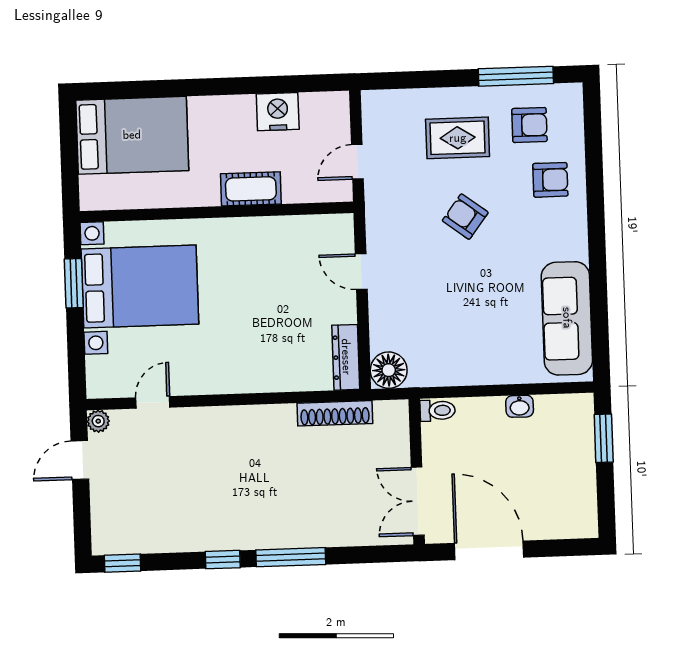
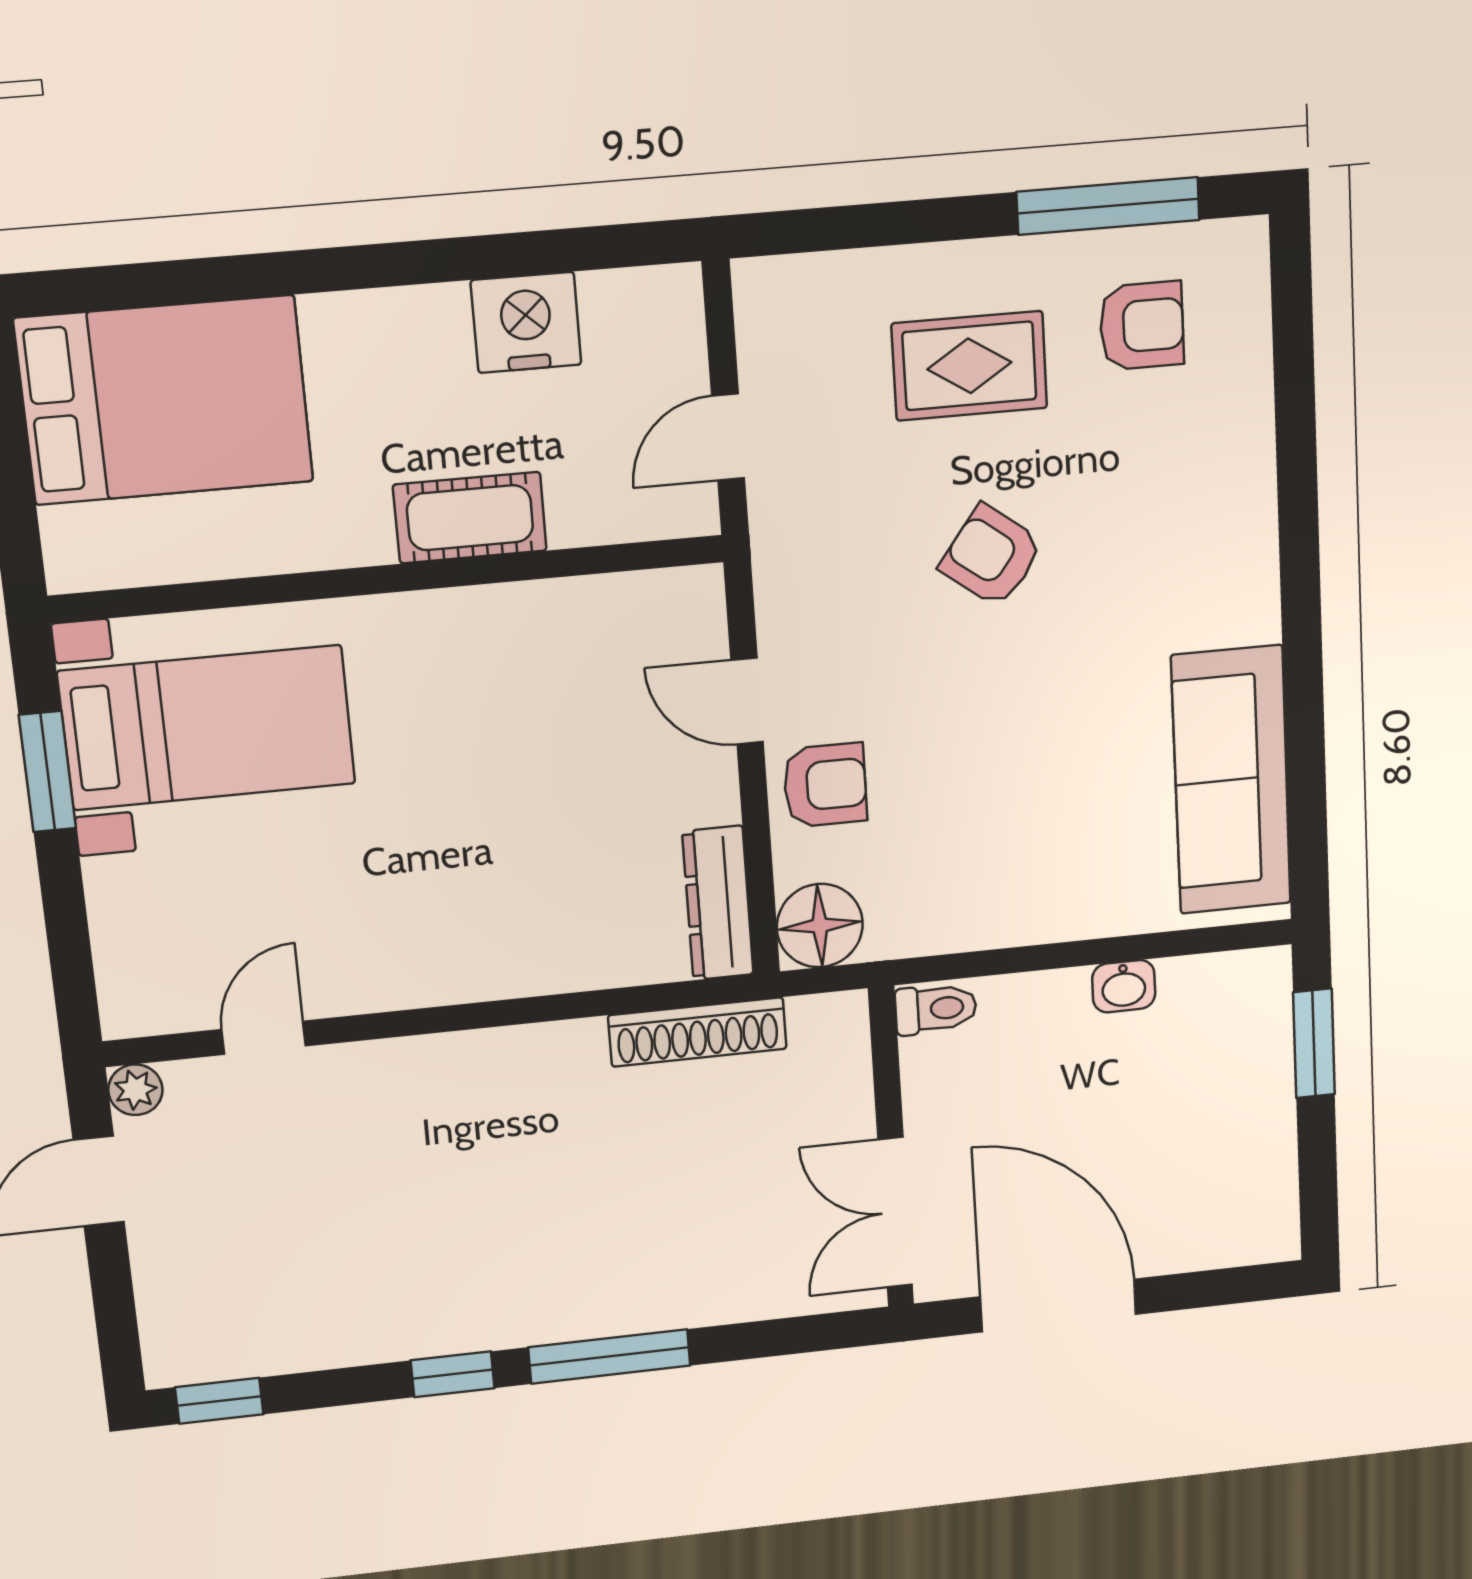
armchair: (550, 180) -> (825, 785), moved
bed with nightstands: (140, 286) -> (207, 728), width x0.73

